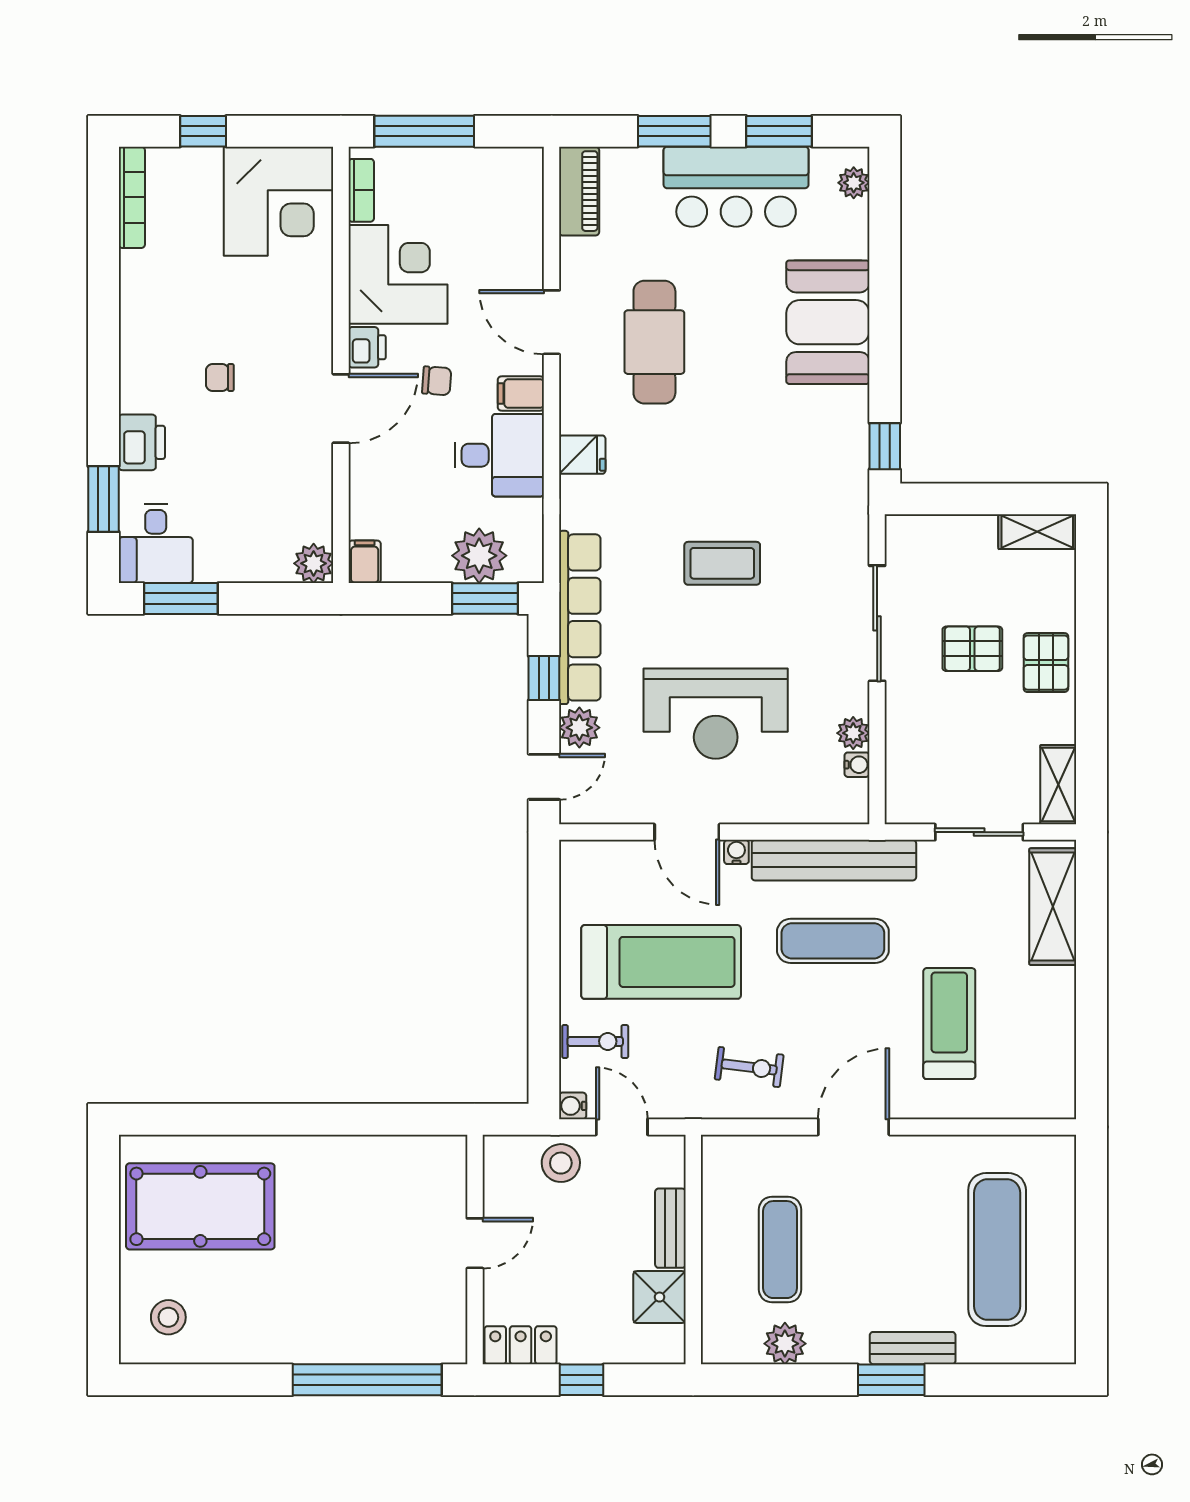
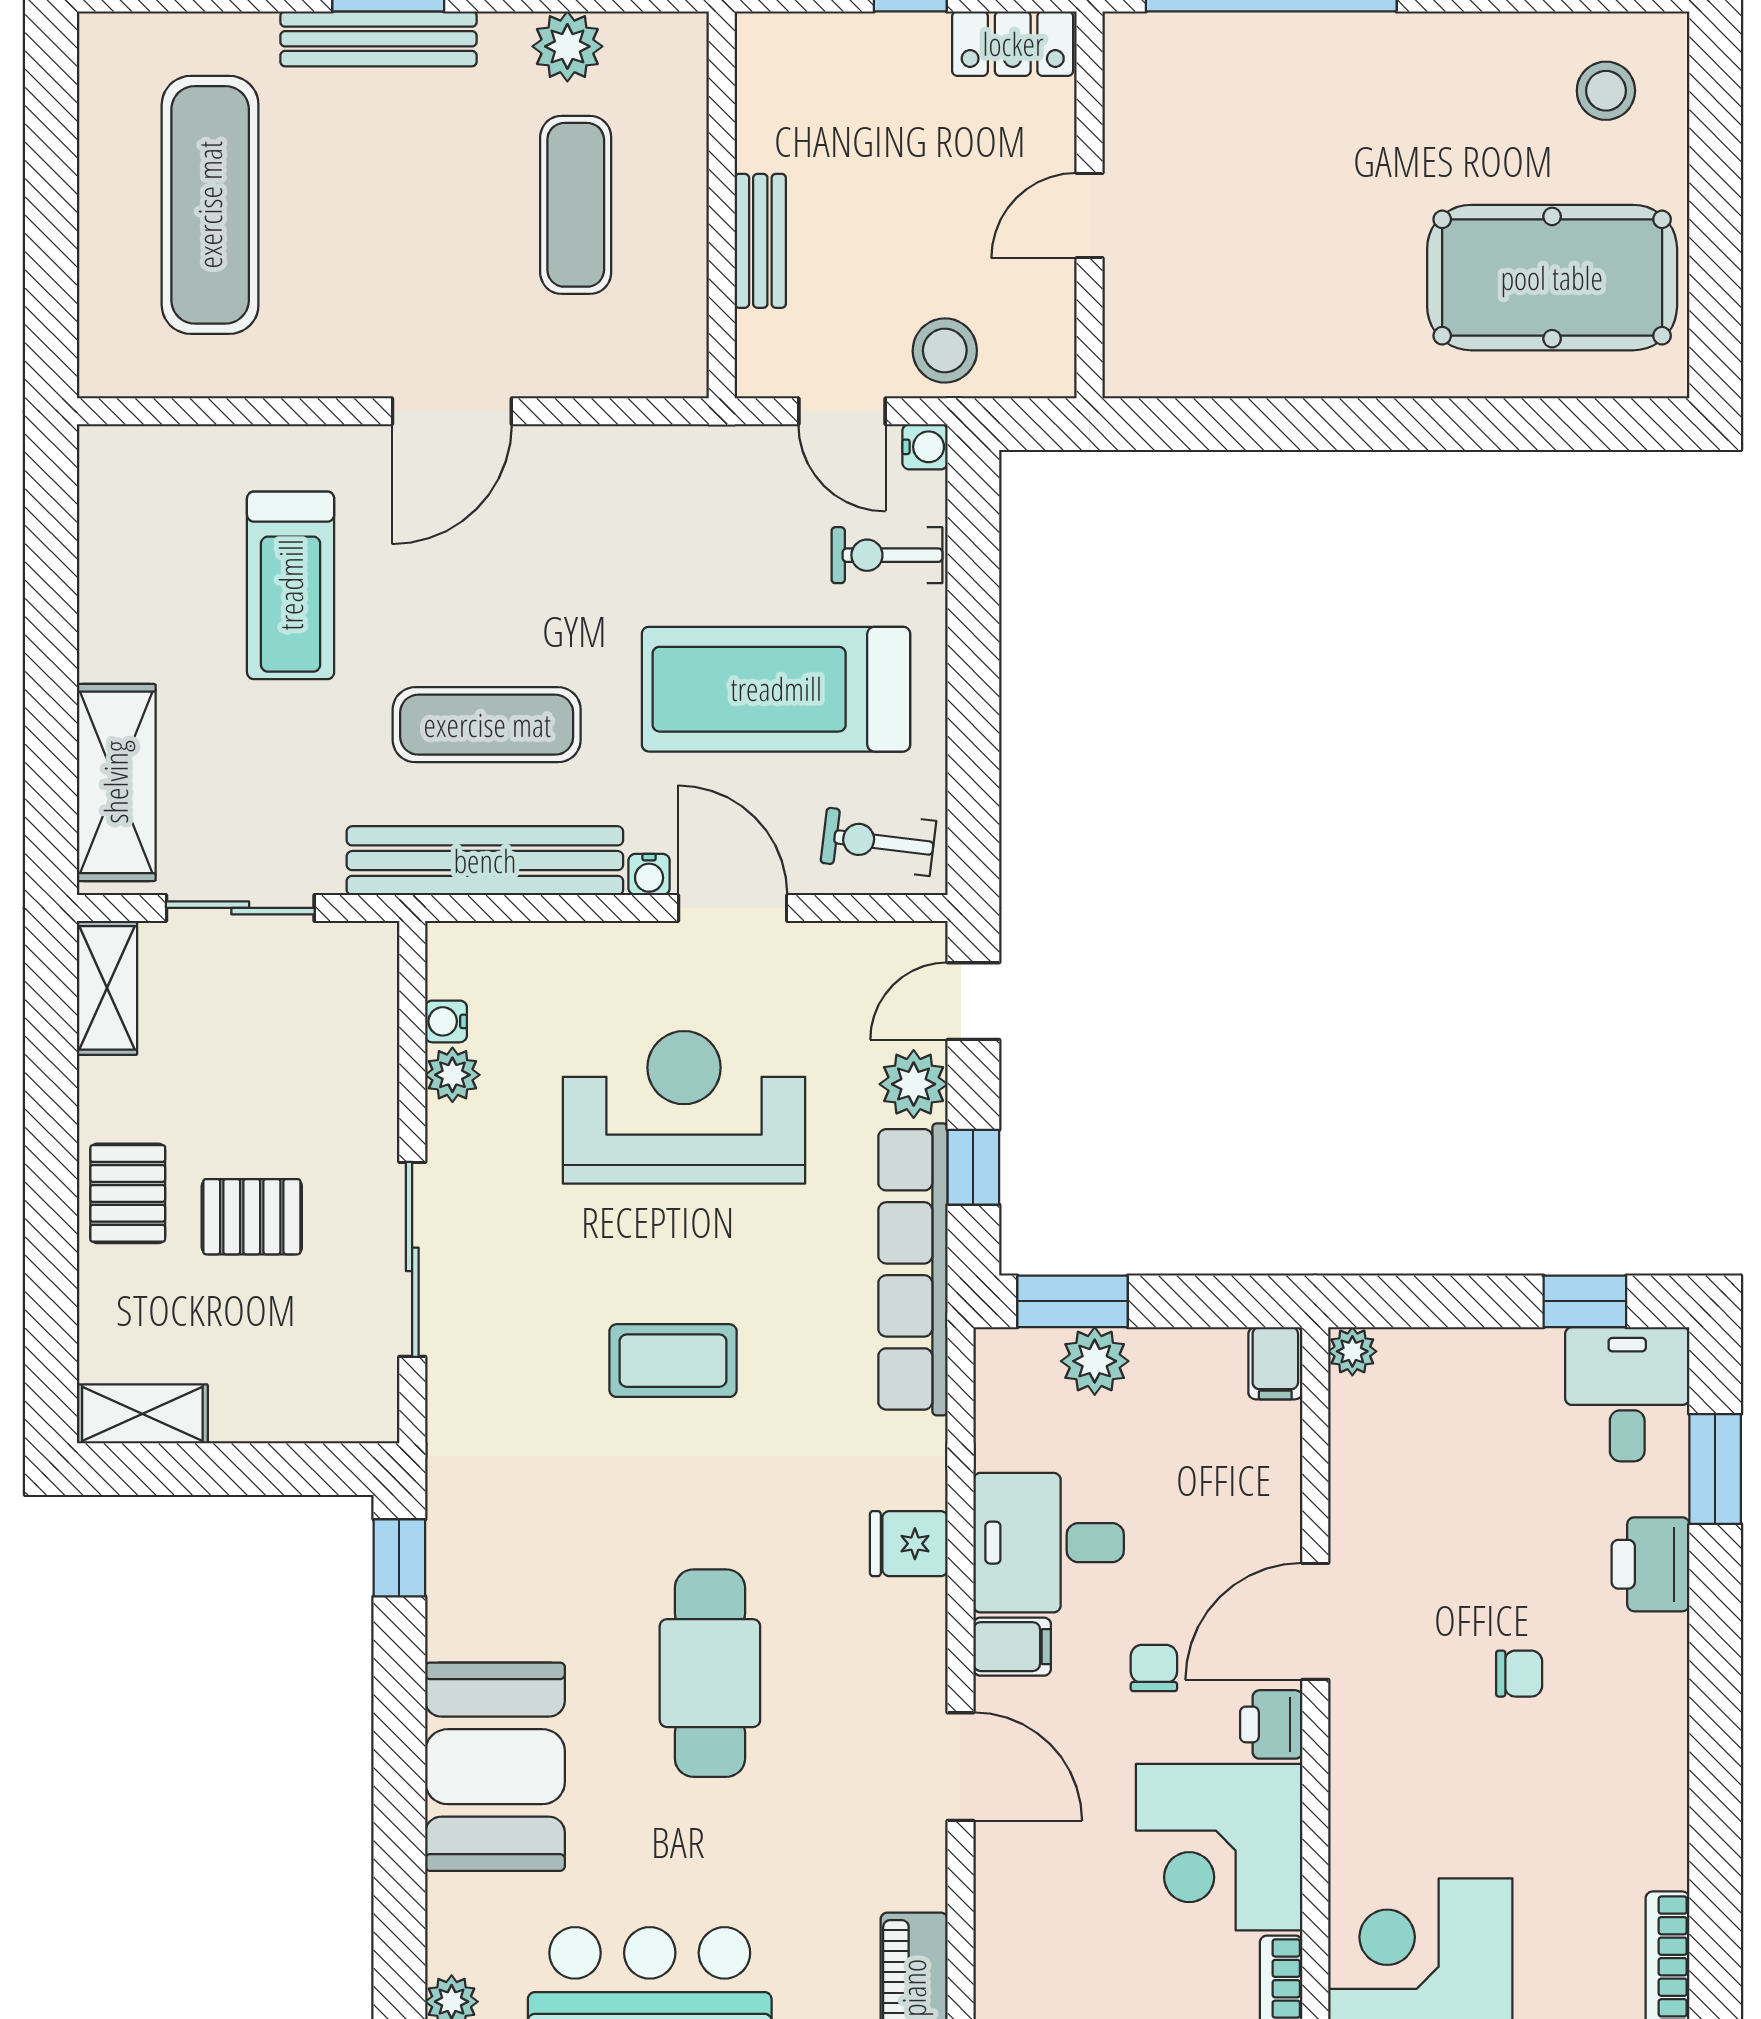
cafe table: (654, 342) -> (710, 1673), moved
chair: (437, 381) -> (1154, 1668), turned 86
plant: (479, 556) -> (1095, 1361), width x0.73, depth x0.73
plant: (314, 563) -> (1352, 1351), width x0.73, depth x0.73
window: (181, 598) -> (1585, 1301), width x0.67
exercise bike: (749, 1067) -> (878, 842), moved
shower: (660, 1297) -> (779, 125), removed
bench: (913, 1348) -> (378, 39), width x1.36

